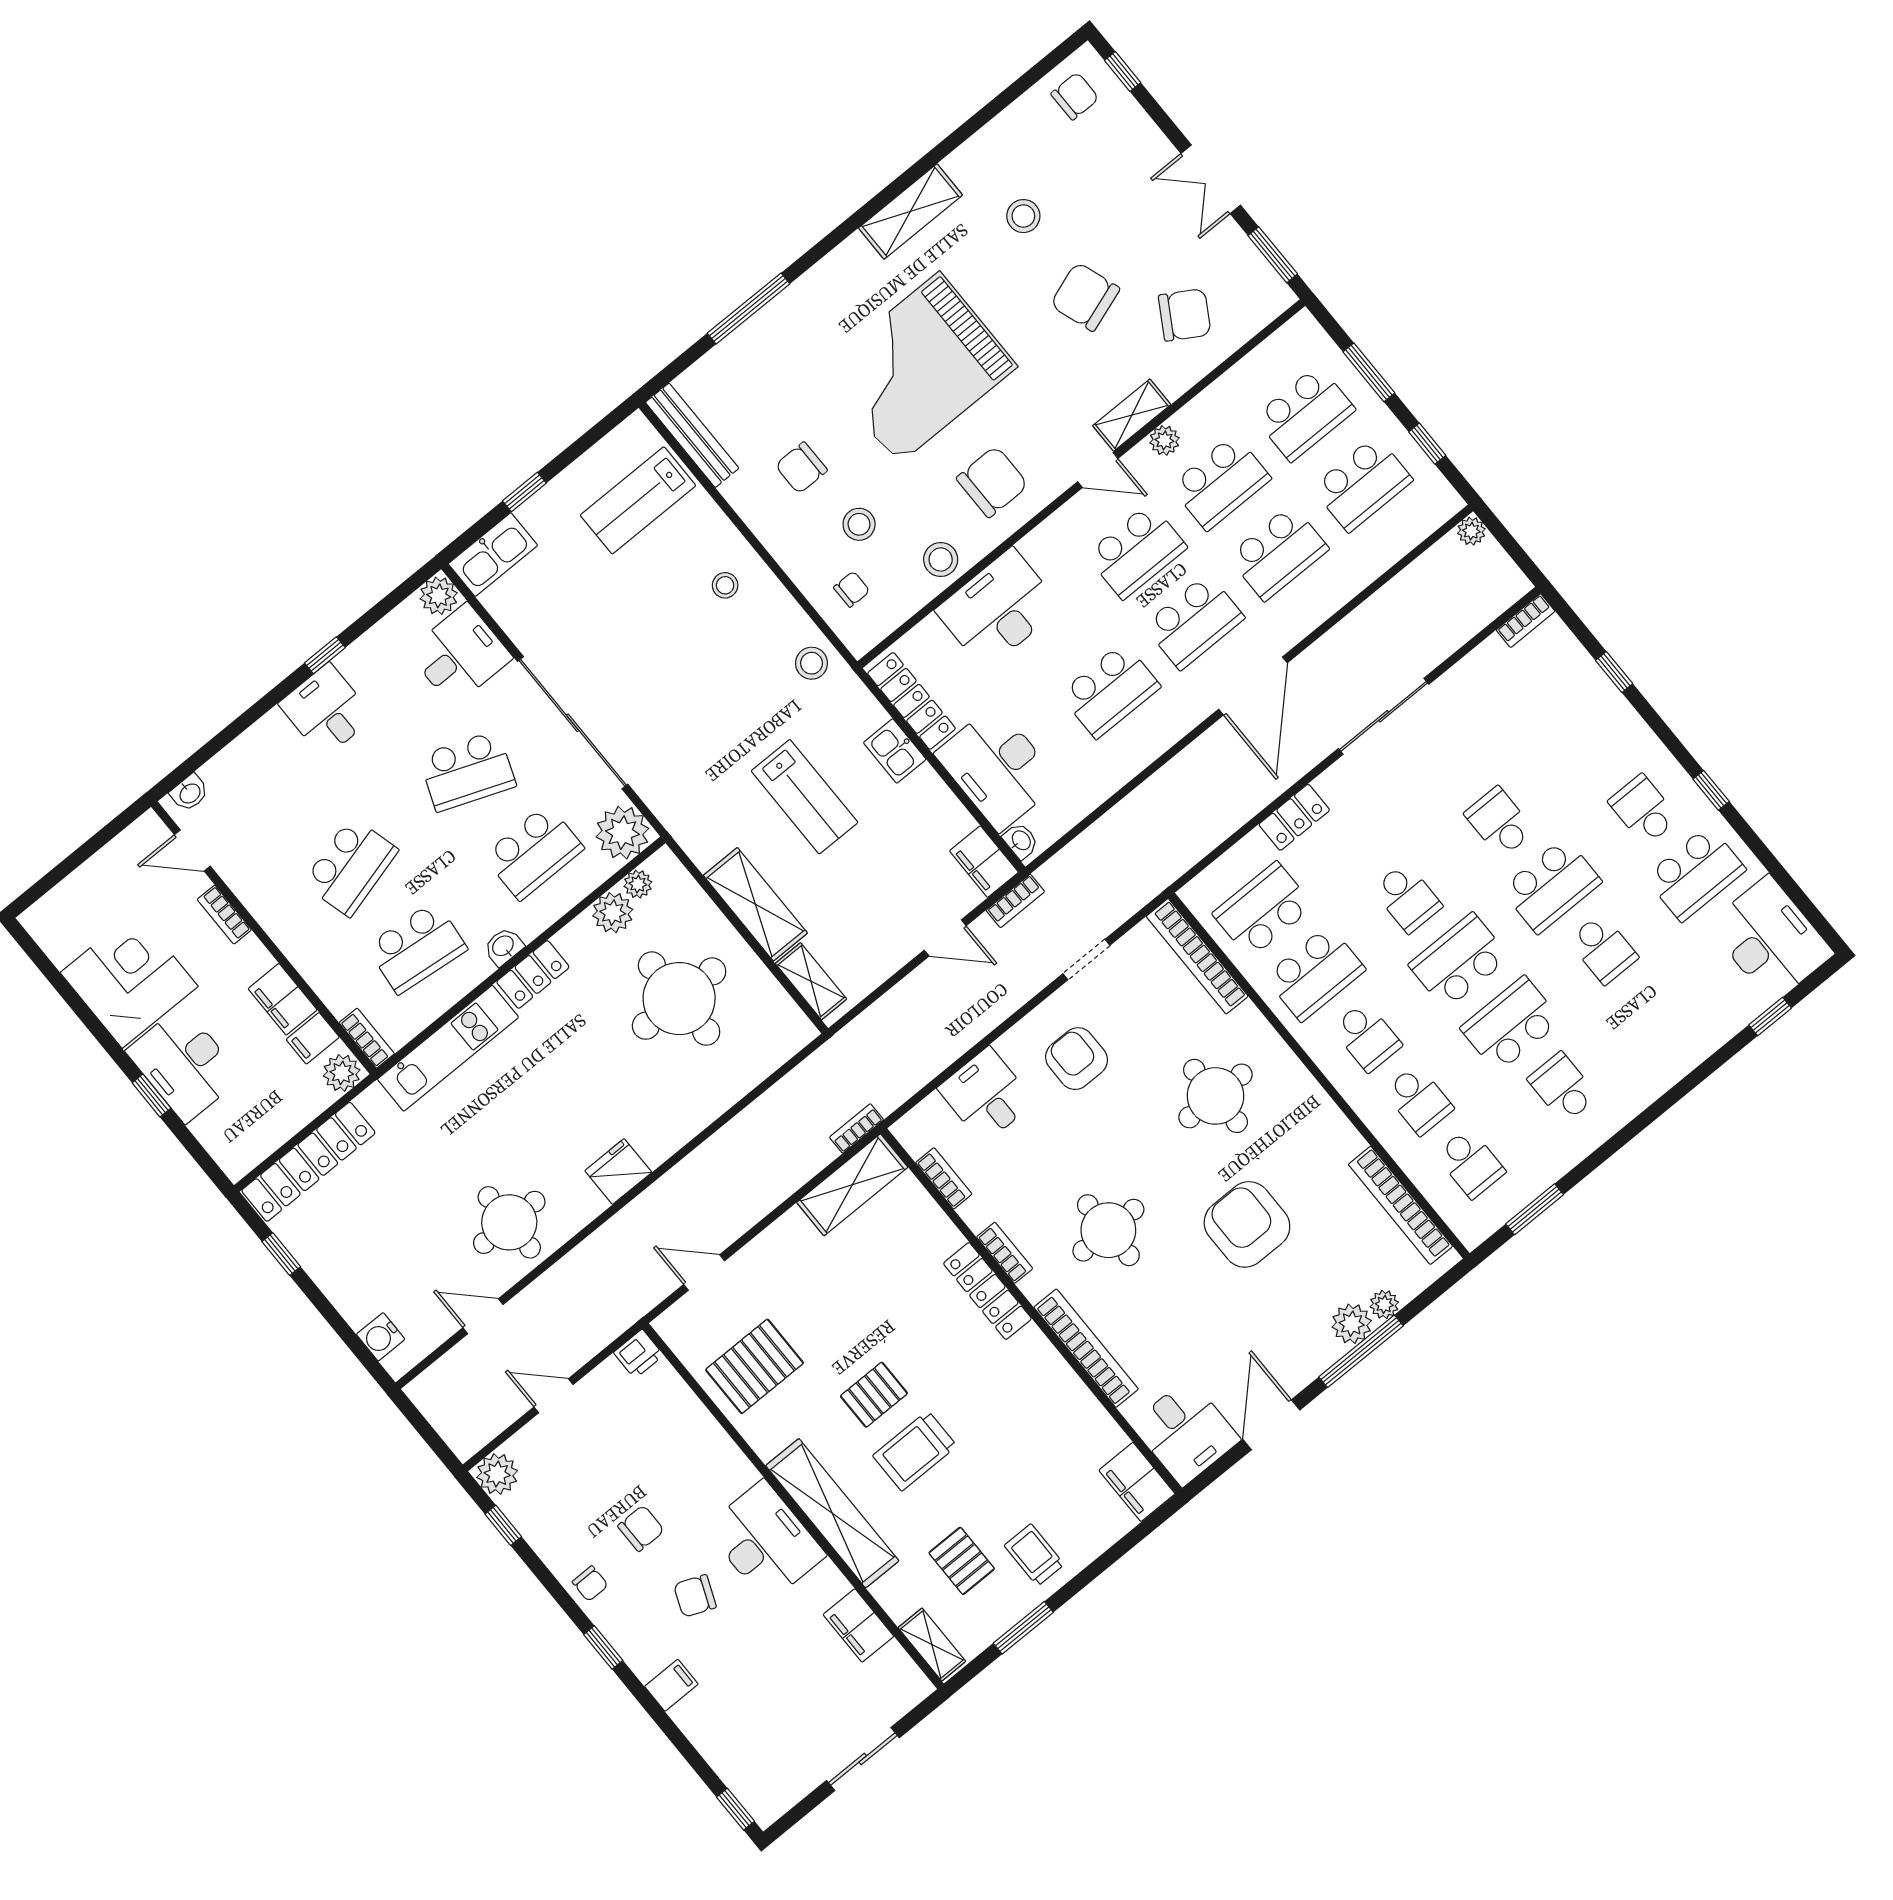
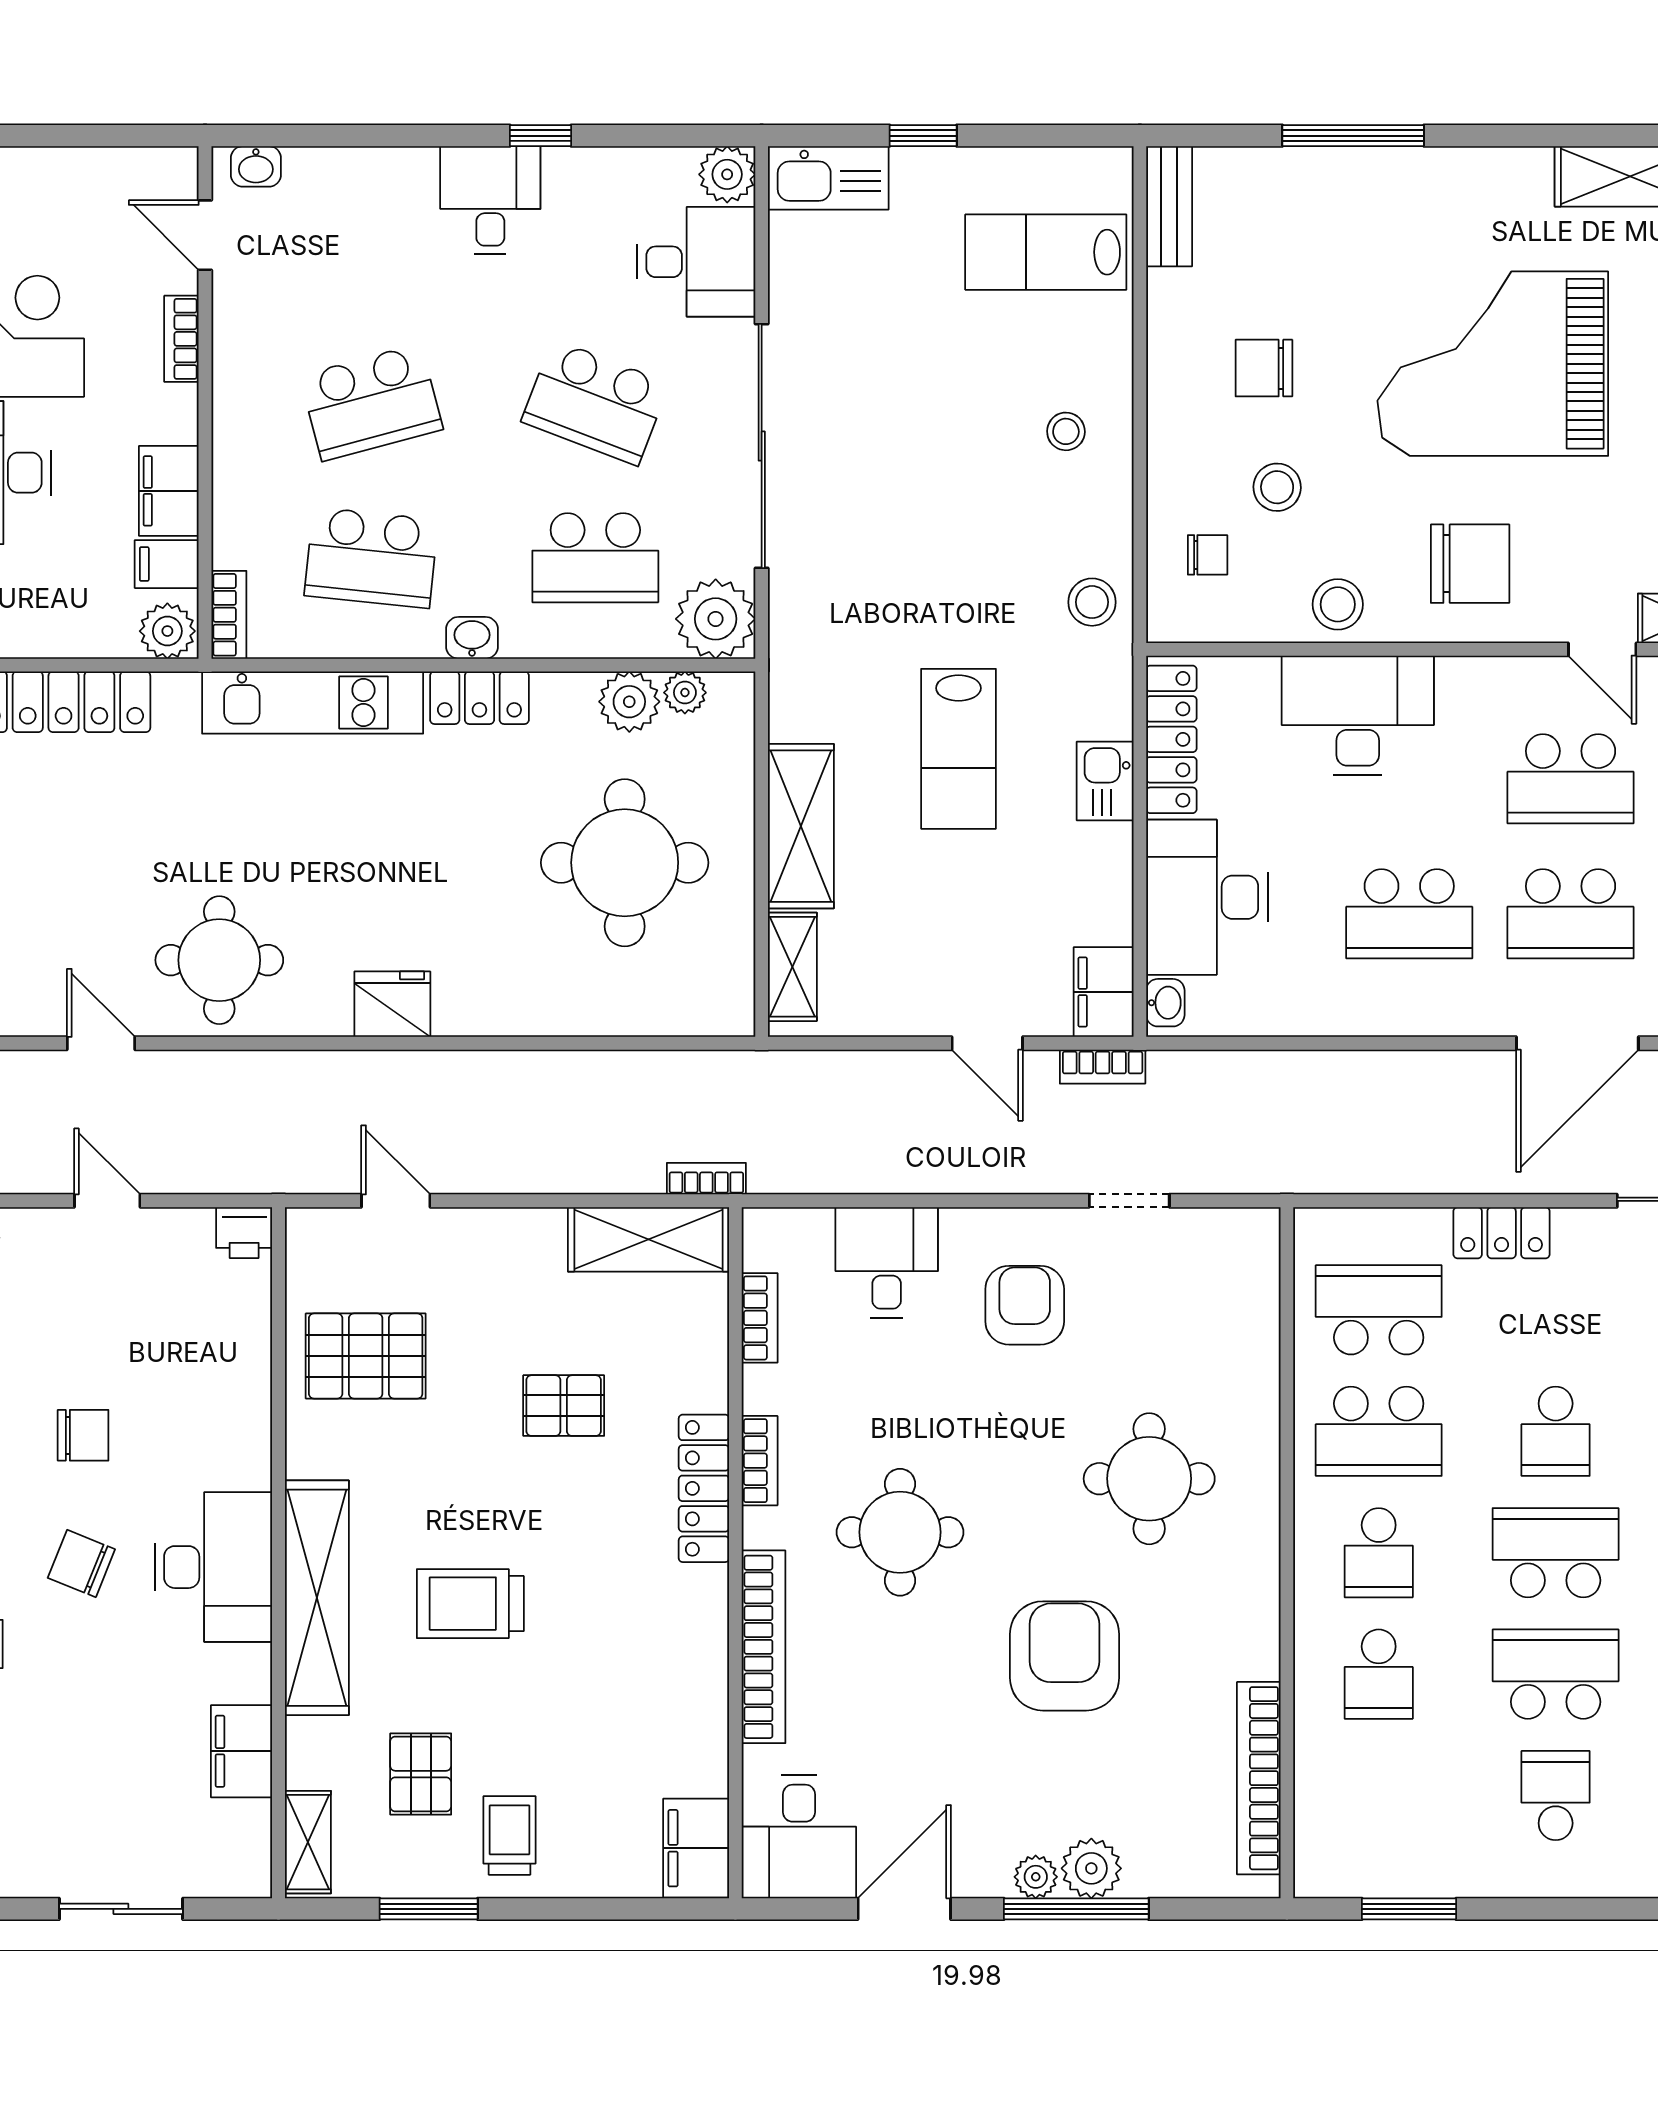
bench: (692, 435) -> (1169, 206), width x0.73
bookcase: (1197, 956) -> (1259, 1301), removed
school desk: (1470, 1163) -> (1379, 1796), removed
plant: (1384, 1304) -> (1036, 1877), moved
pallet: (874, 1395) -> (564, 1406), moved

